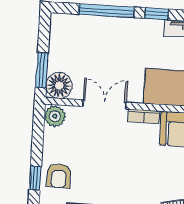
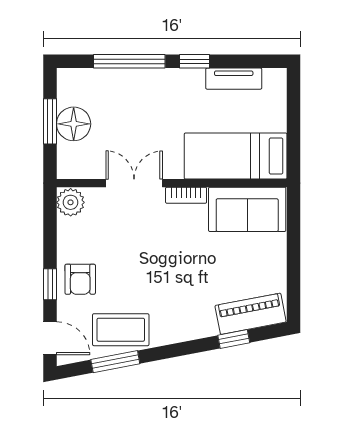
window: (42, 70) -> (50, 121), moved
floor lamp: (59, 85) -> (74, 124), moved

